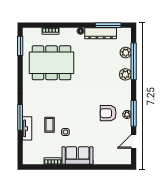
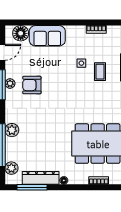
plant: (126, 53) -> (11, 168), moved
armchair: (108, 113) -> (32, 85), turned 180
sofa: (77, 156) -> (47, 36), moved
floor lamp: (118, 158) -> (21, 33), added

